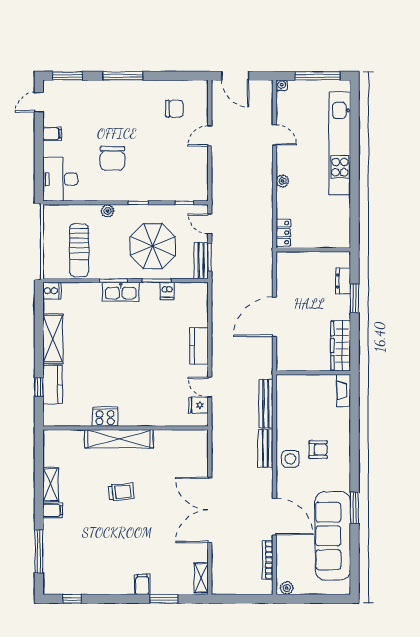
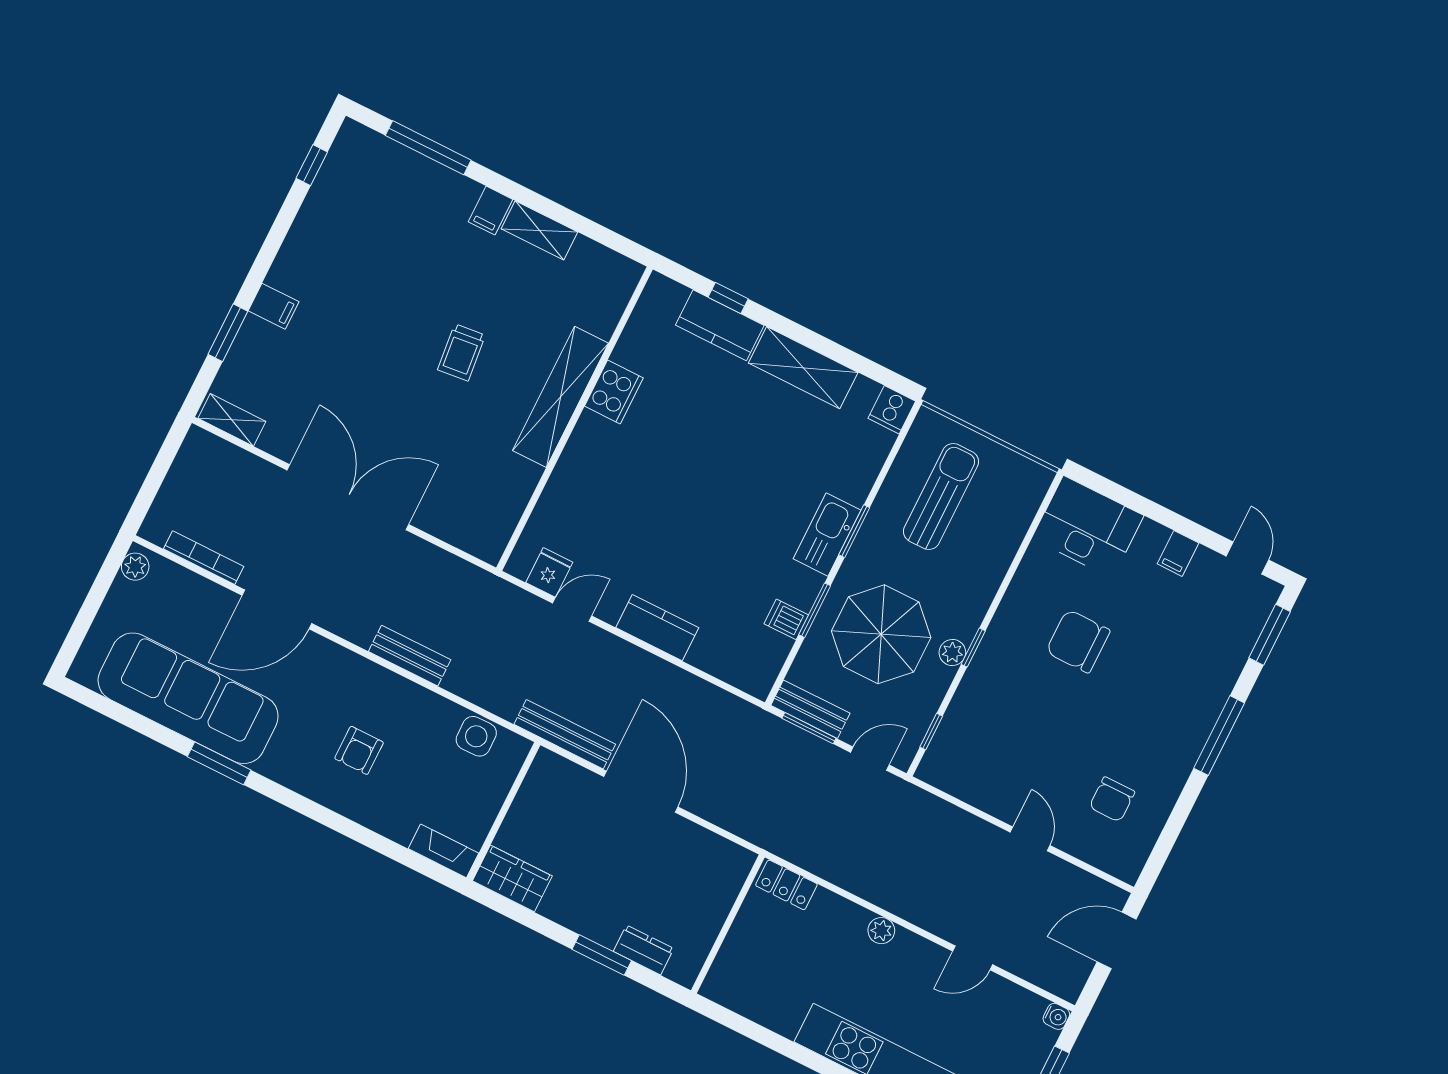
plant: (108, 211) -> (952, 653), moved
sun lounger: (79, 250) -> (941, 497), turned 90
wardrobe: (341, 346) -> (512, 878), width x0.67
bench: (266, 403) -> (565, 734), moved
side table: (290, 459) -> (476, 736), moved

